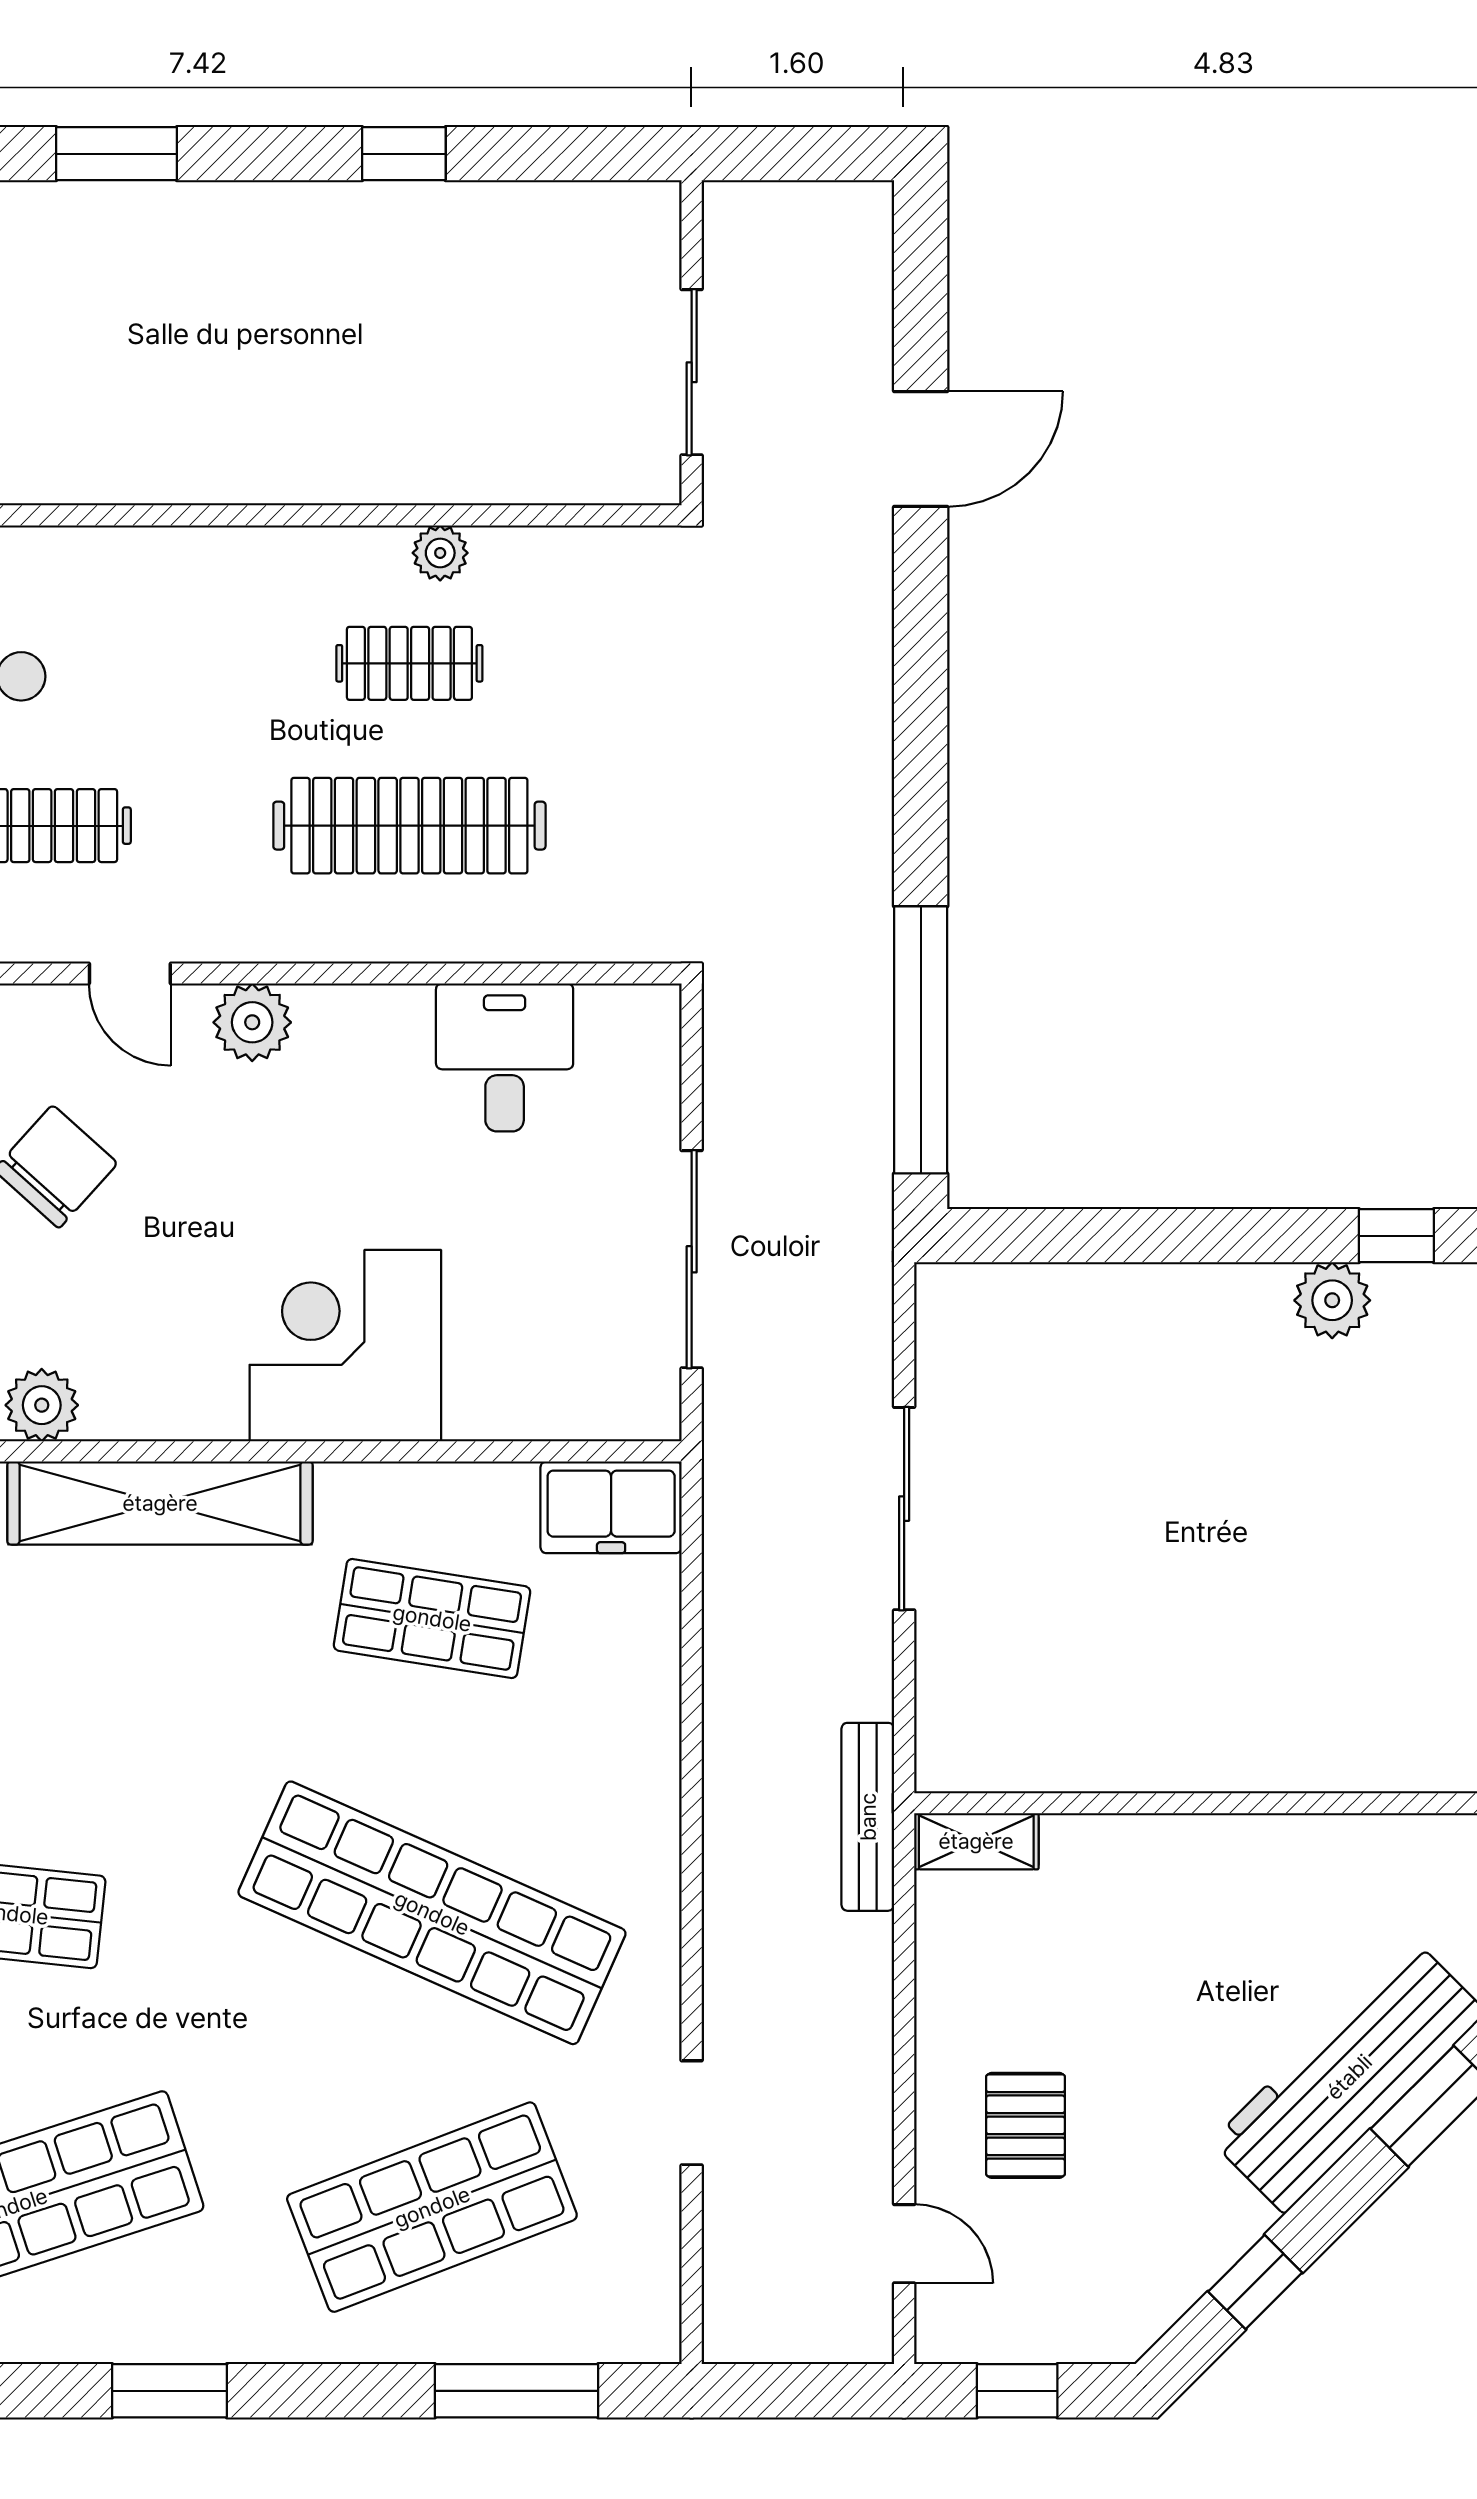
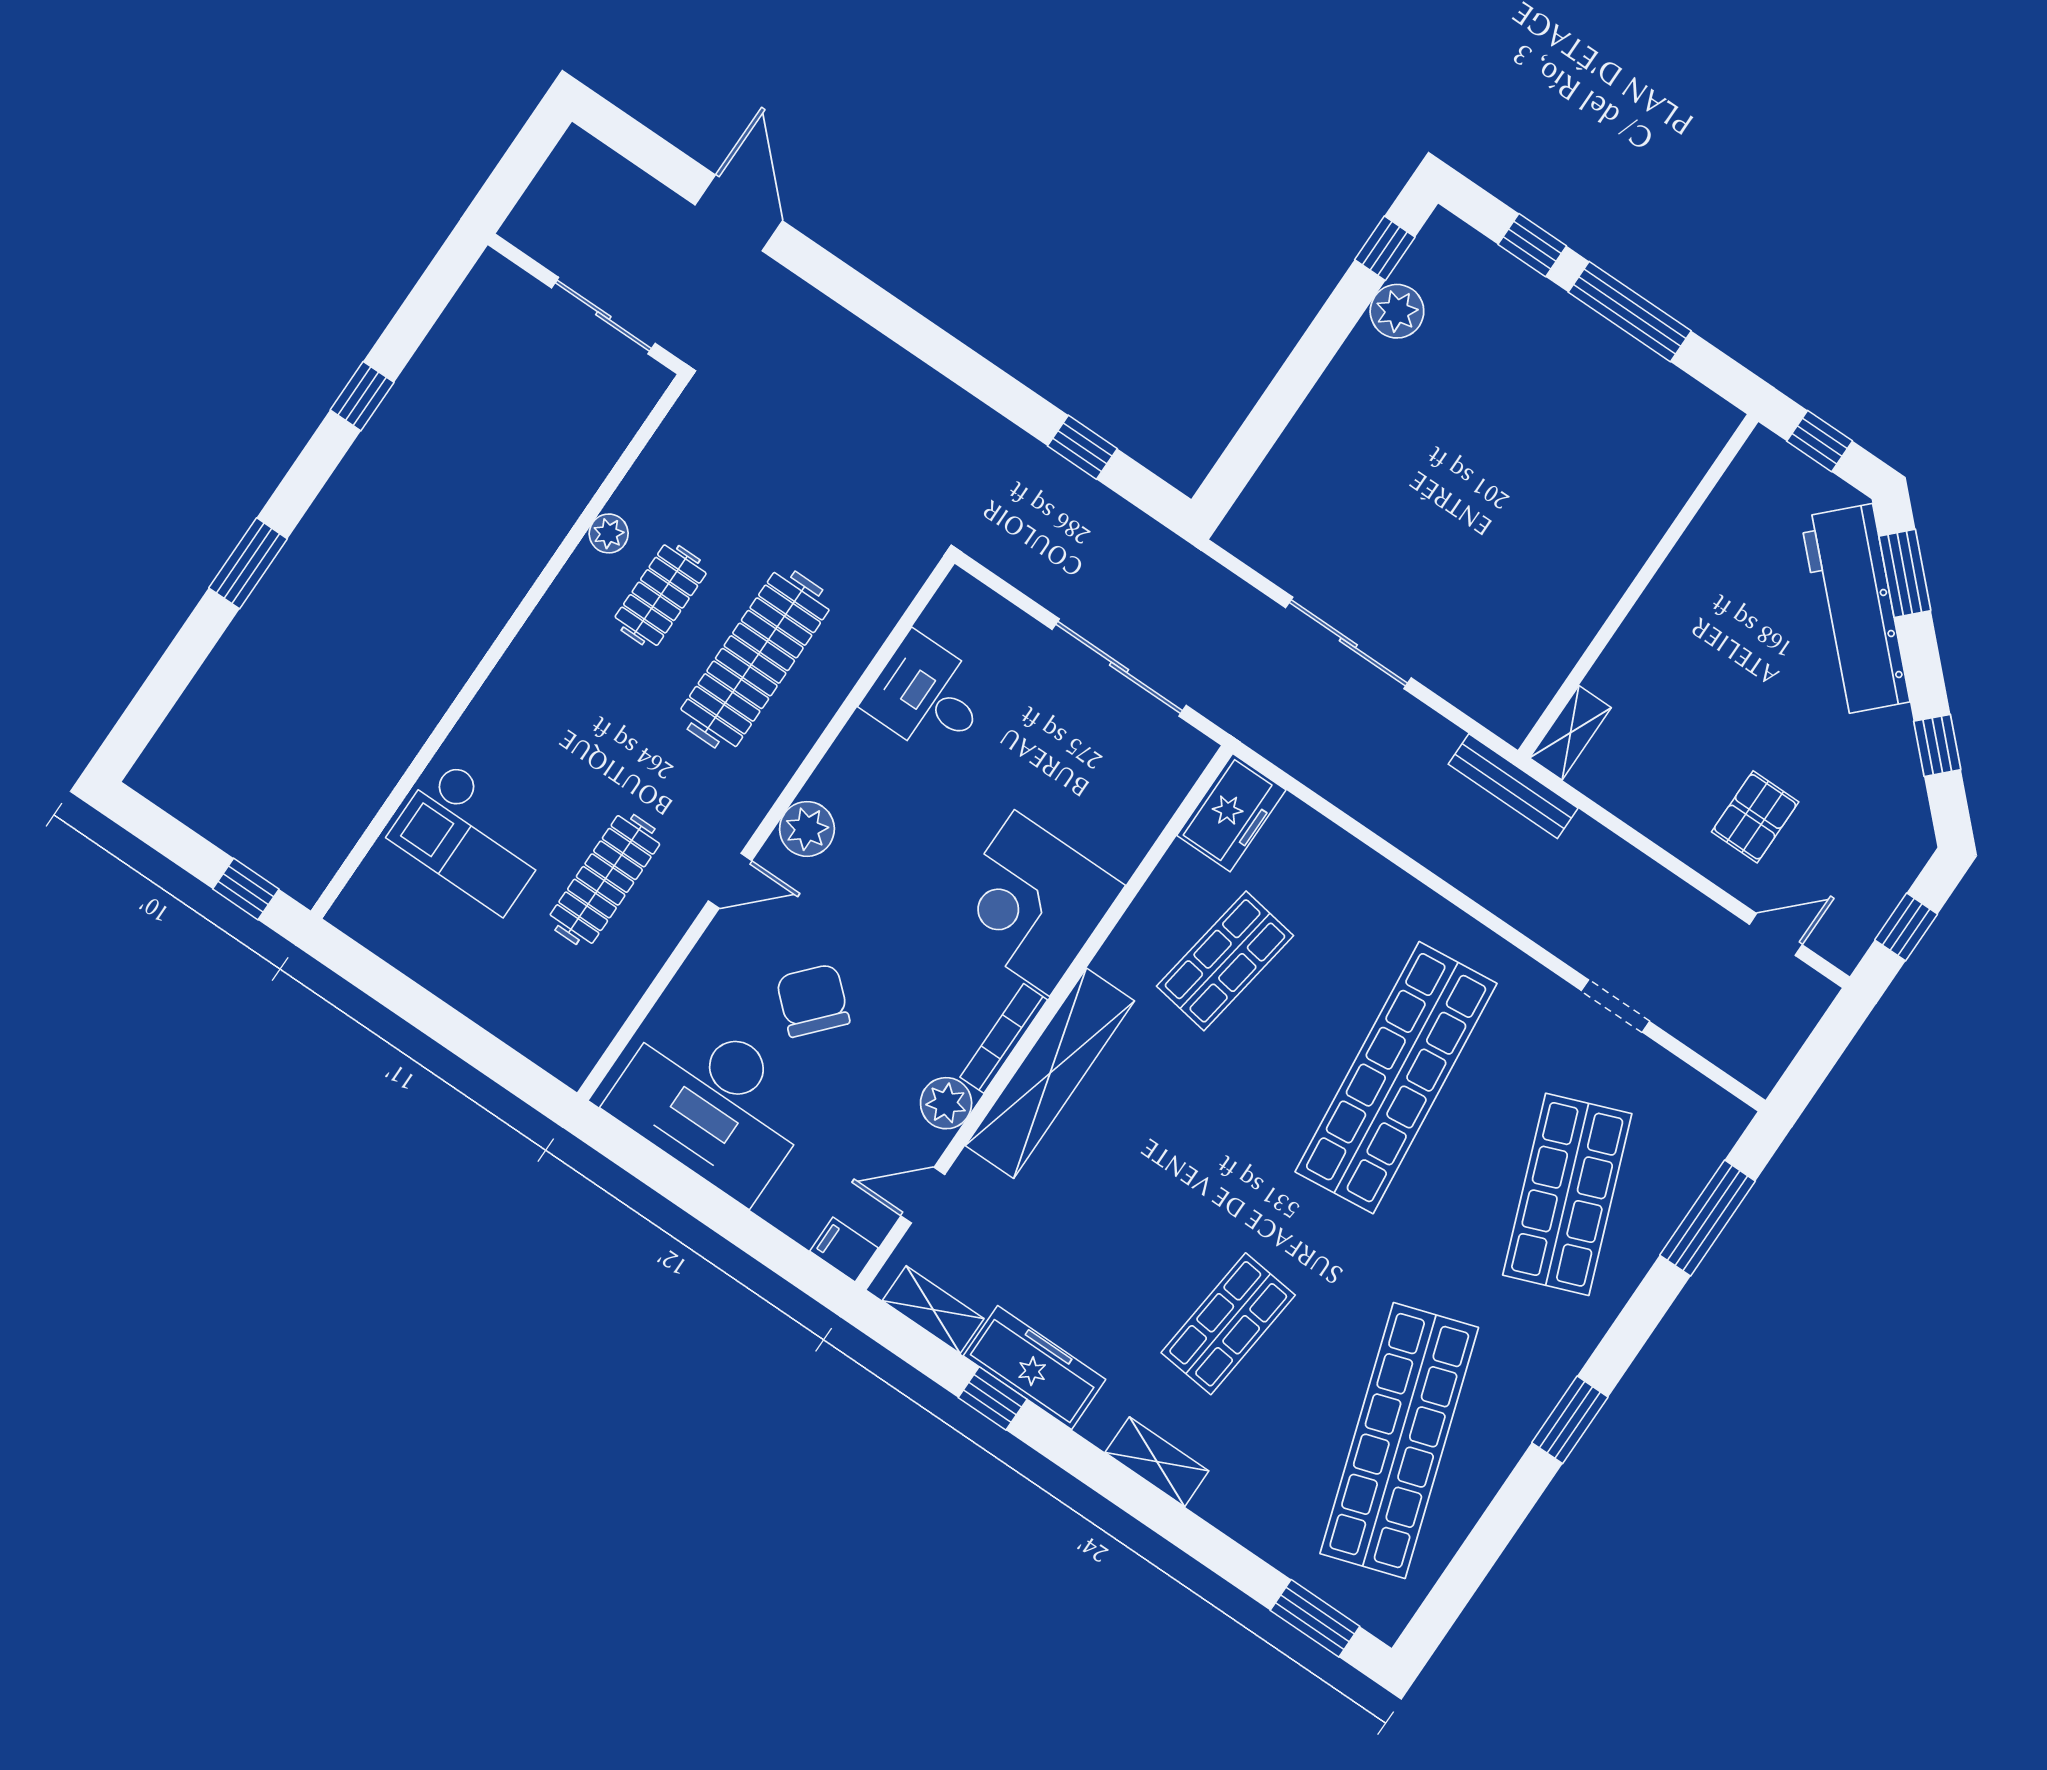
window: (921, 1040) -> (1082, 447), width x0.32
bookcase: (164, 1421) -> (1004, 1038), added
shop shelf: (432, 1913) -> (1396, 1078), turned -30
pallet: (1025, 2125) -> (1755, 817), turned 90

